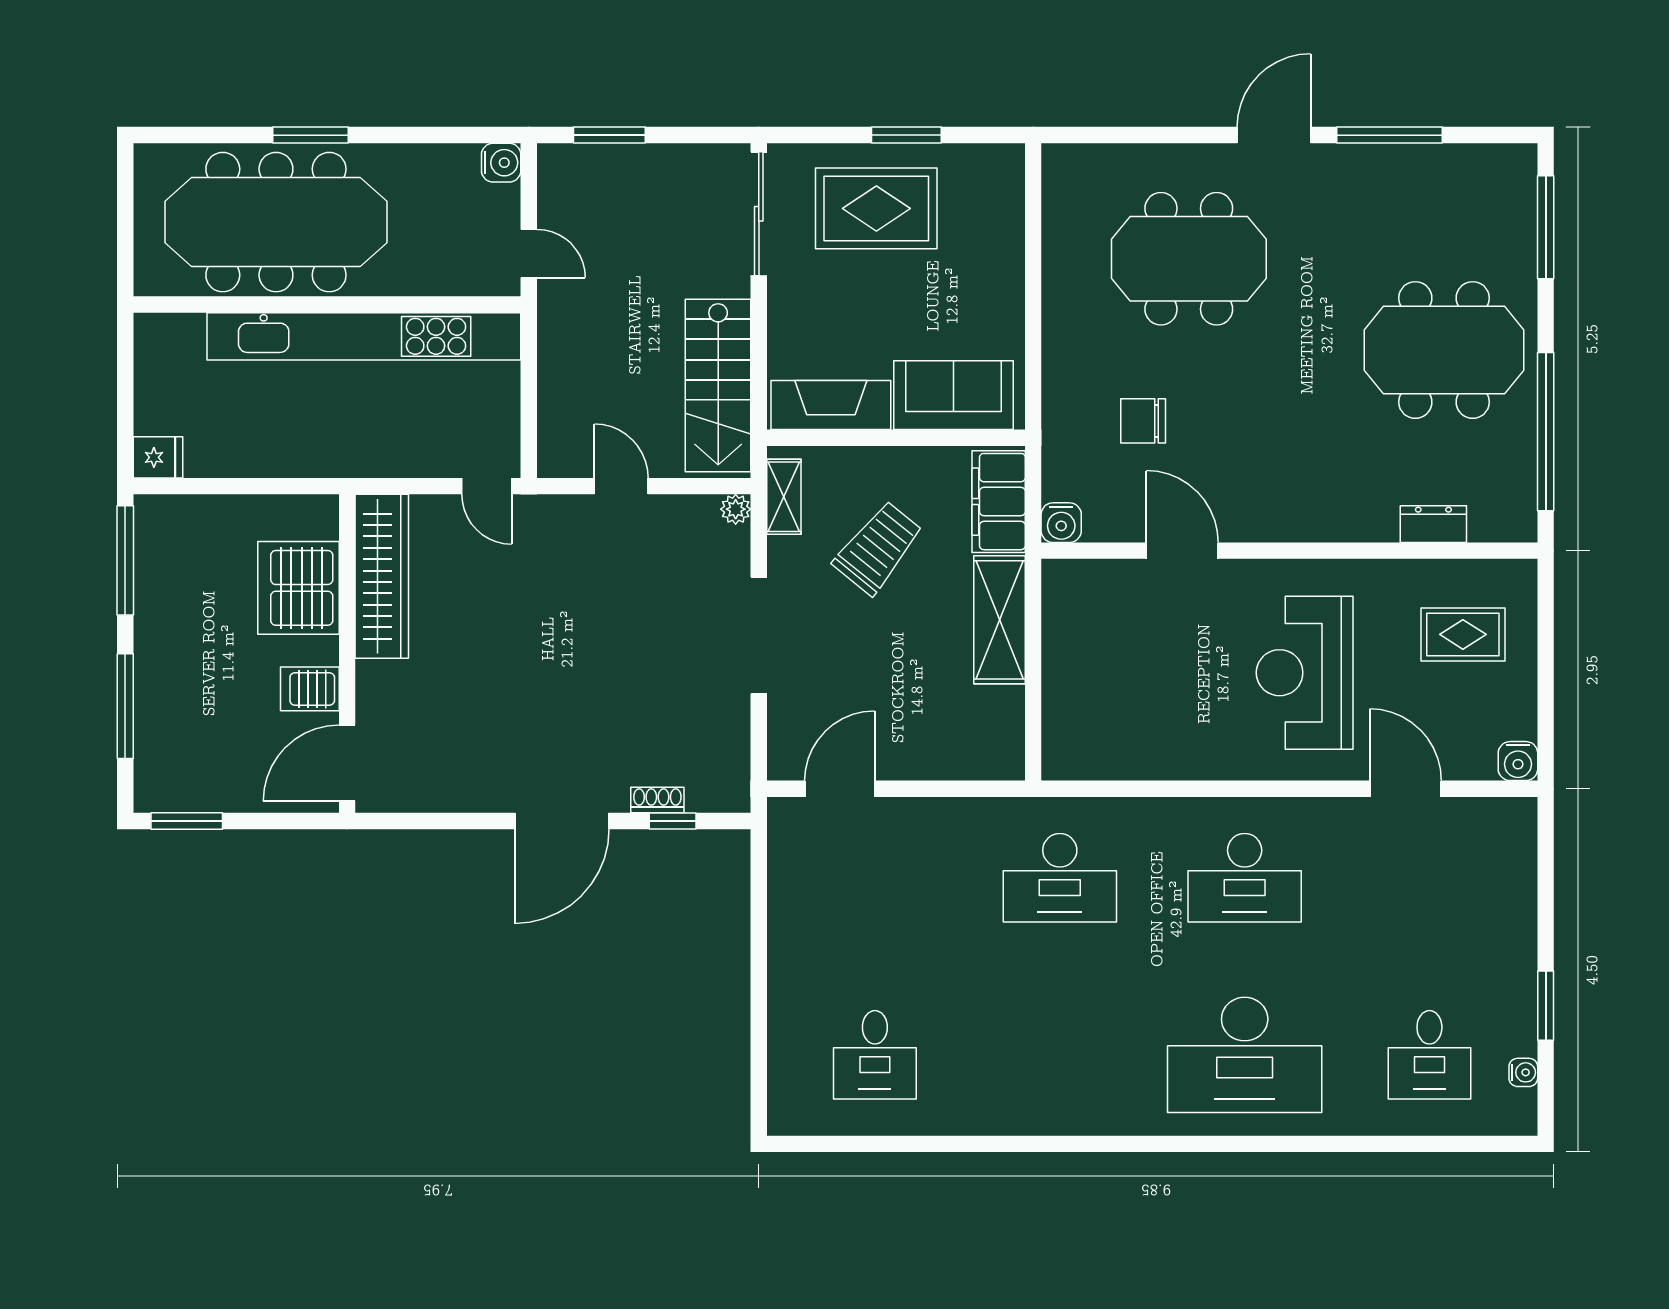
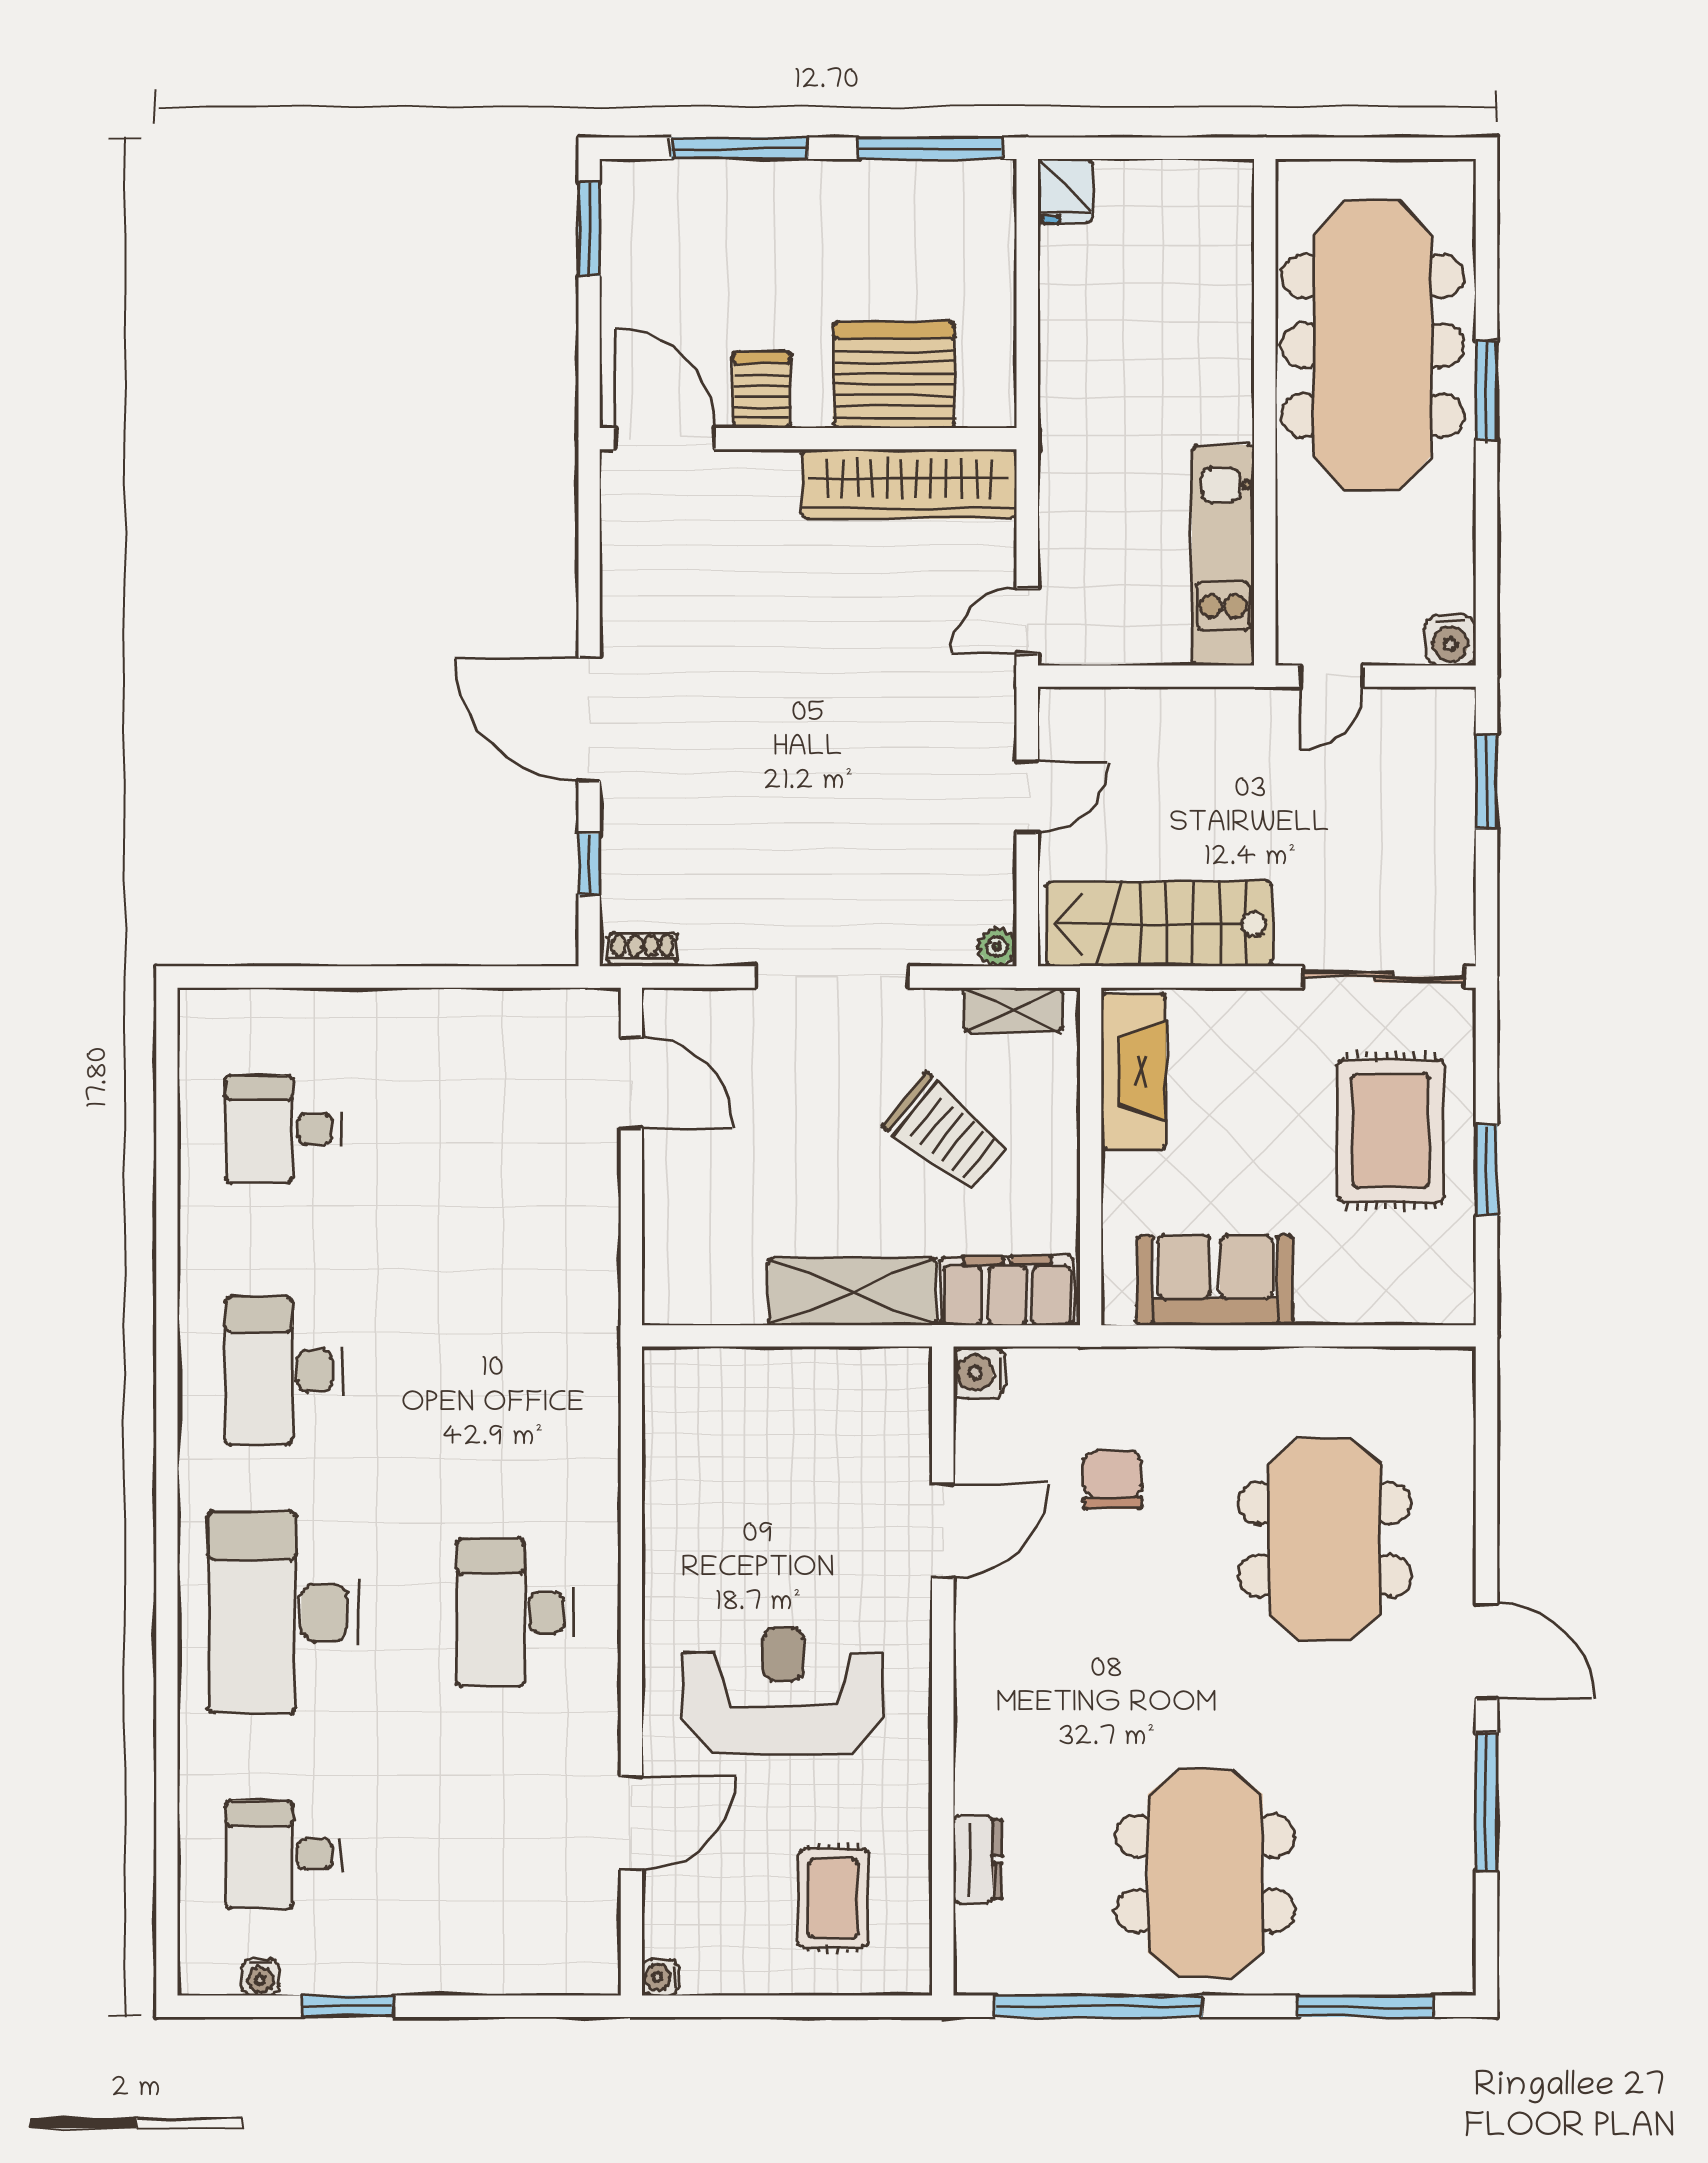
kitchen unit: (364, 336) -> (1223, 555), width x0.54
sofa: (954, 395) -> (1215, 1280), moved, turned -90
water cooler: (1518, 761) -> (660, 1977), width x0.72, depth x0.72
shoe rack: (657, 800) -> (643, 950), moved, turned -90
desk: (1060, 878) -> (283, 1371), moved

